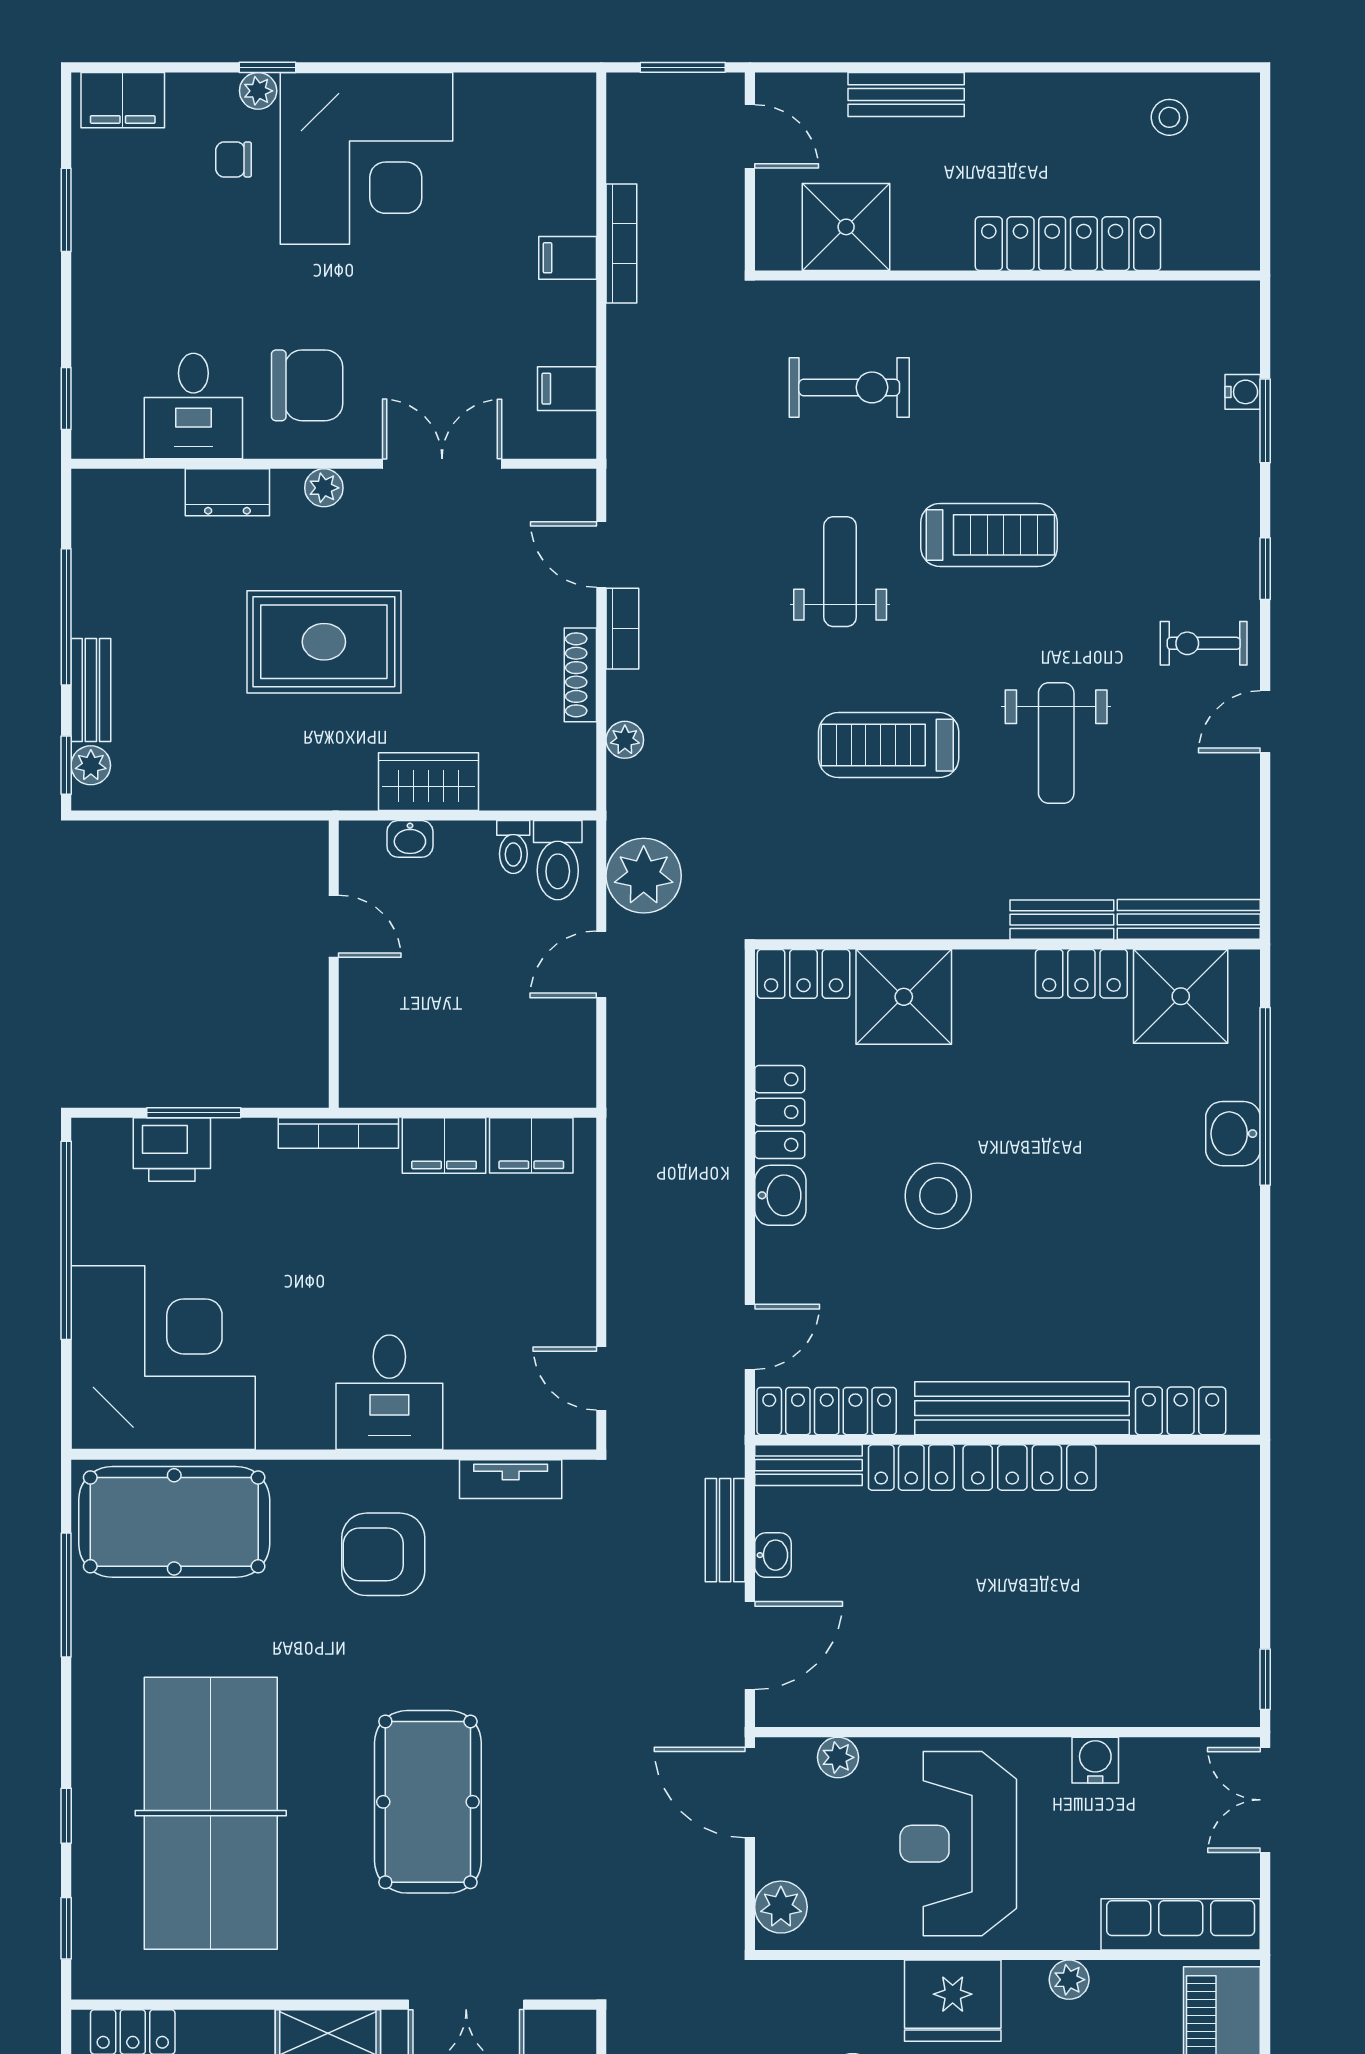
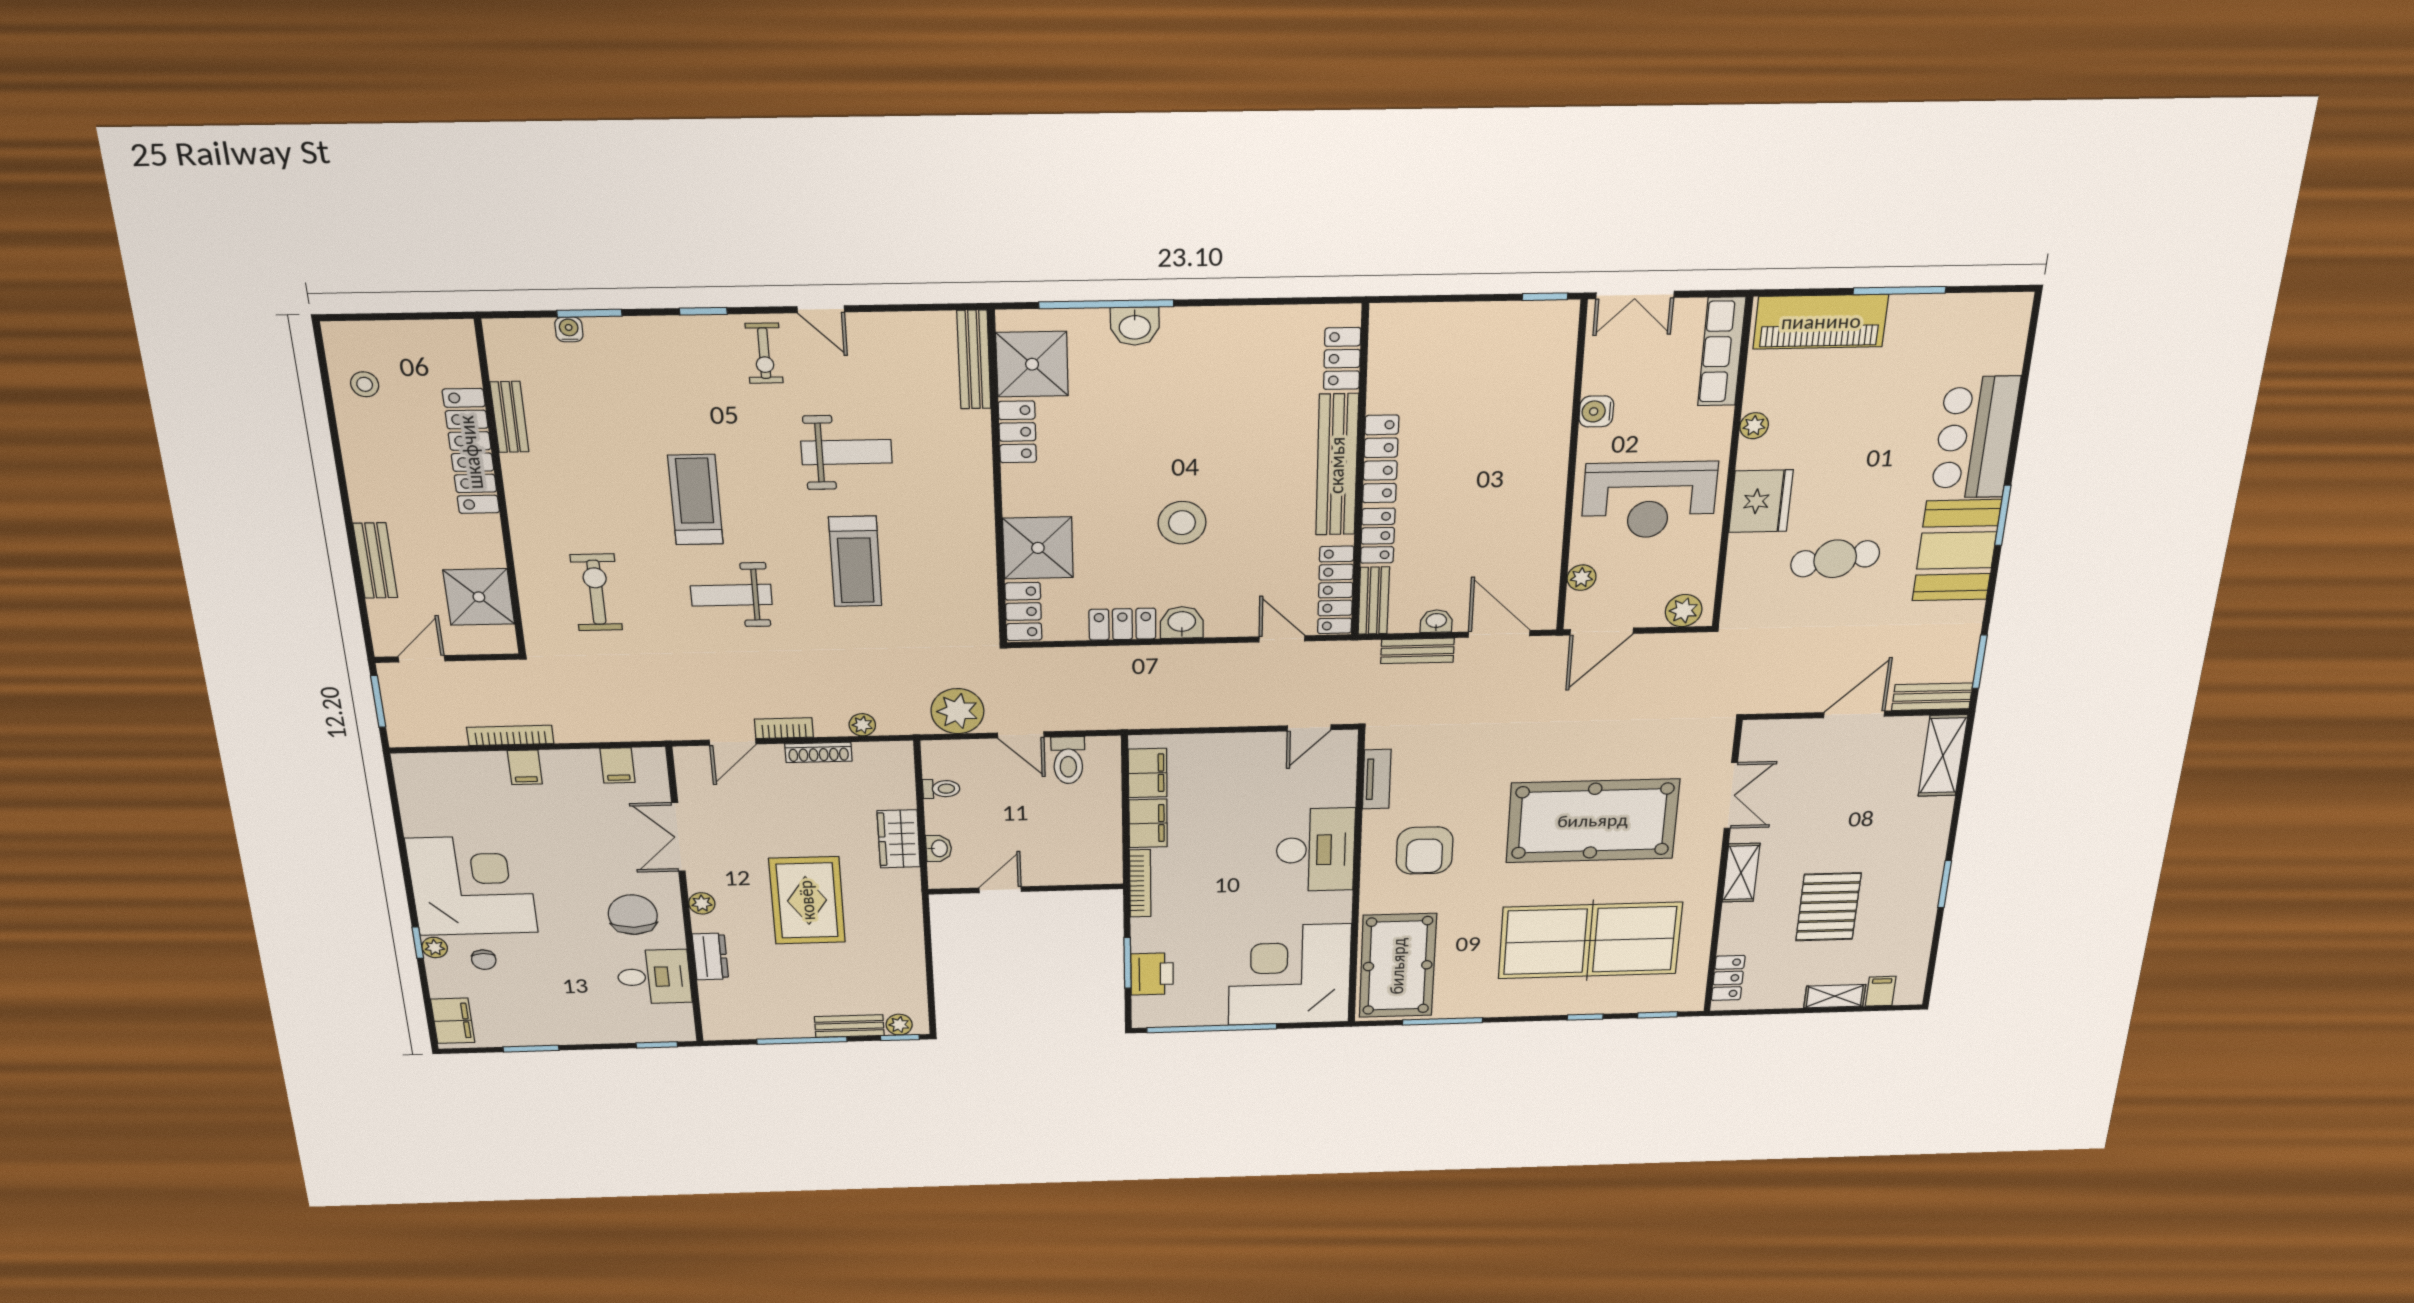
toilet: (558, 860) -> (1068, 760), moved, turned 90
bench: (1062, 920) -> (509, 417), moved
desk: (389, 1392) -> (1315, 850), width x1.37
pool table: (428, 1802) -> (1593, 821), width x1.36, depth x1.32

